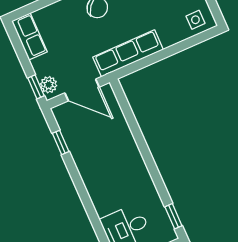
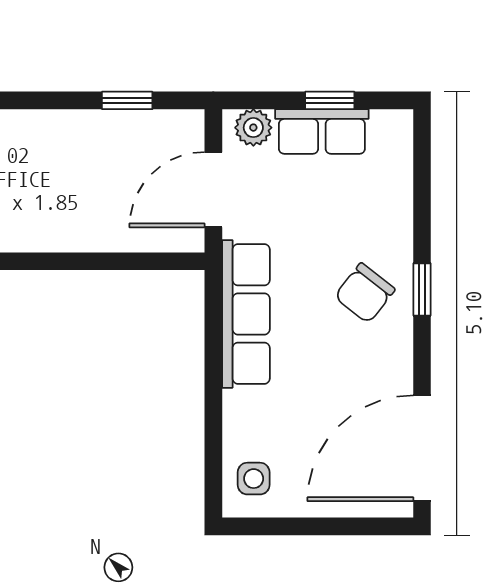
row of seats: (29, 37) -> (322, 131), moved
window: (36, 87) -> (330, 100), moved

